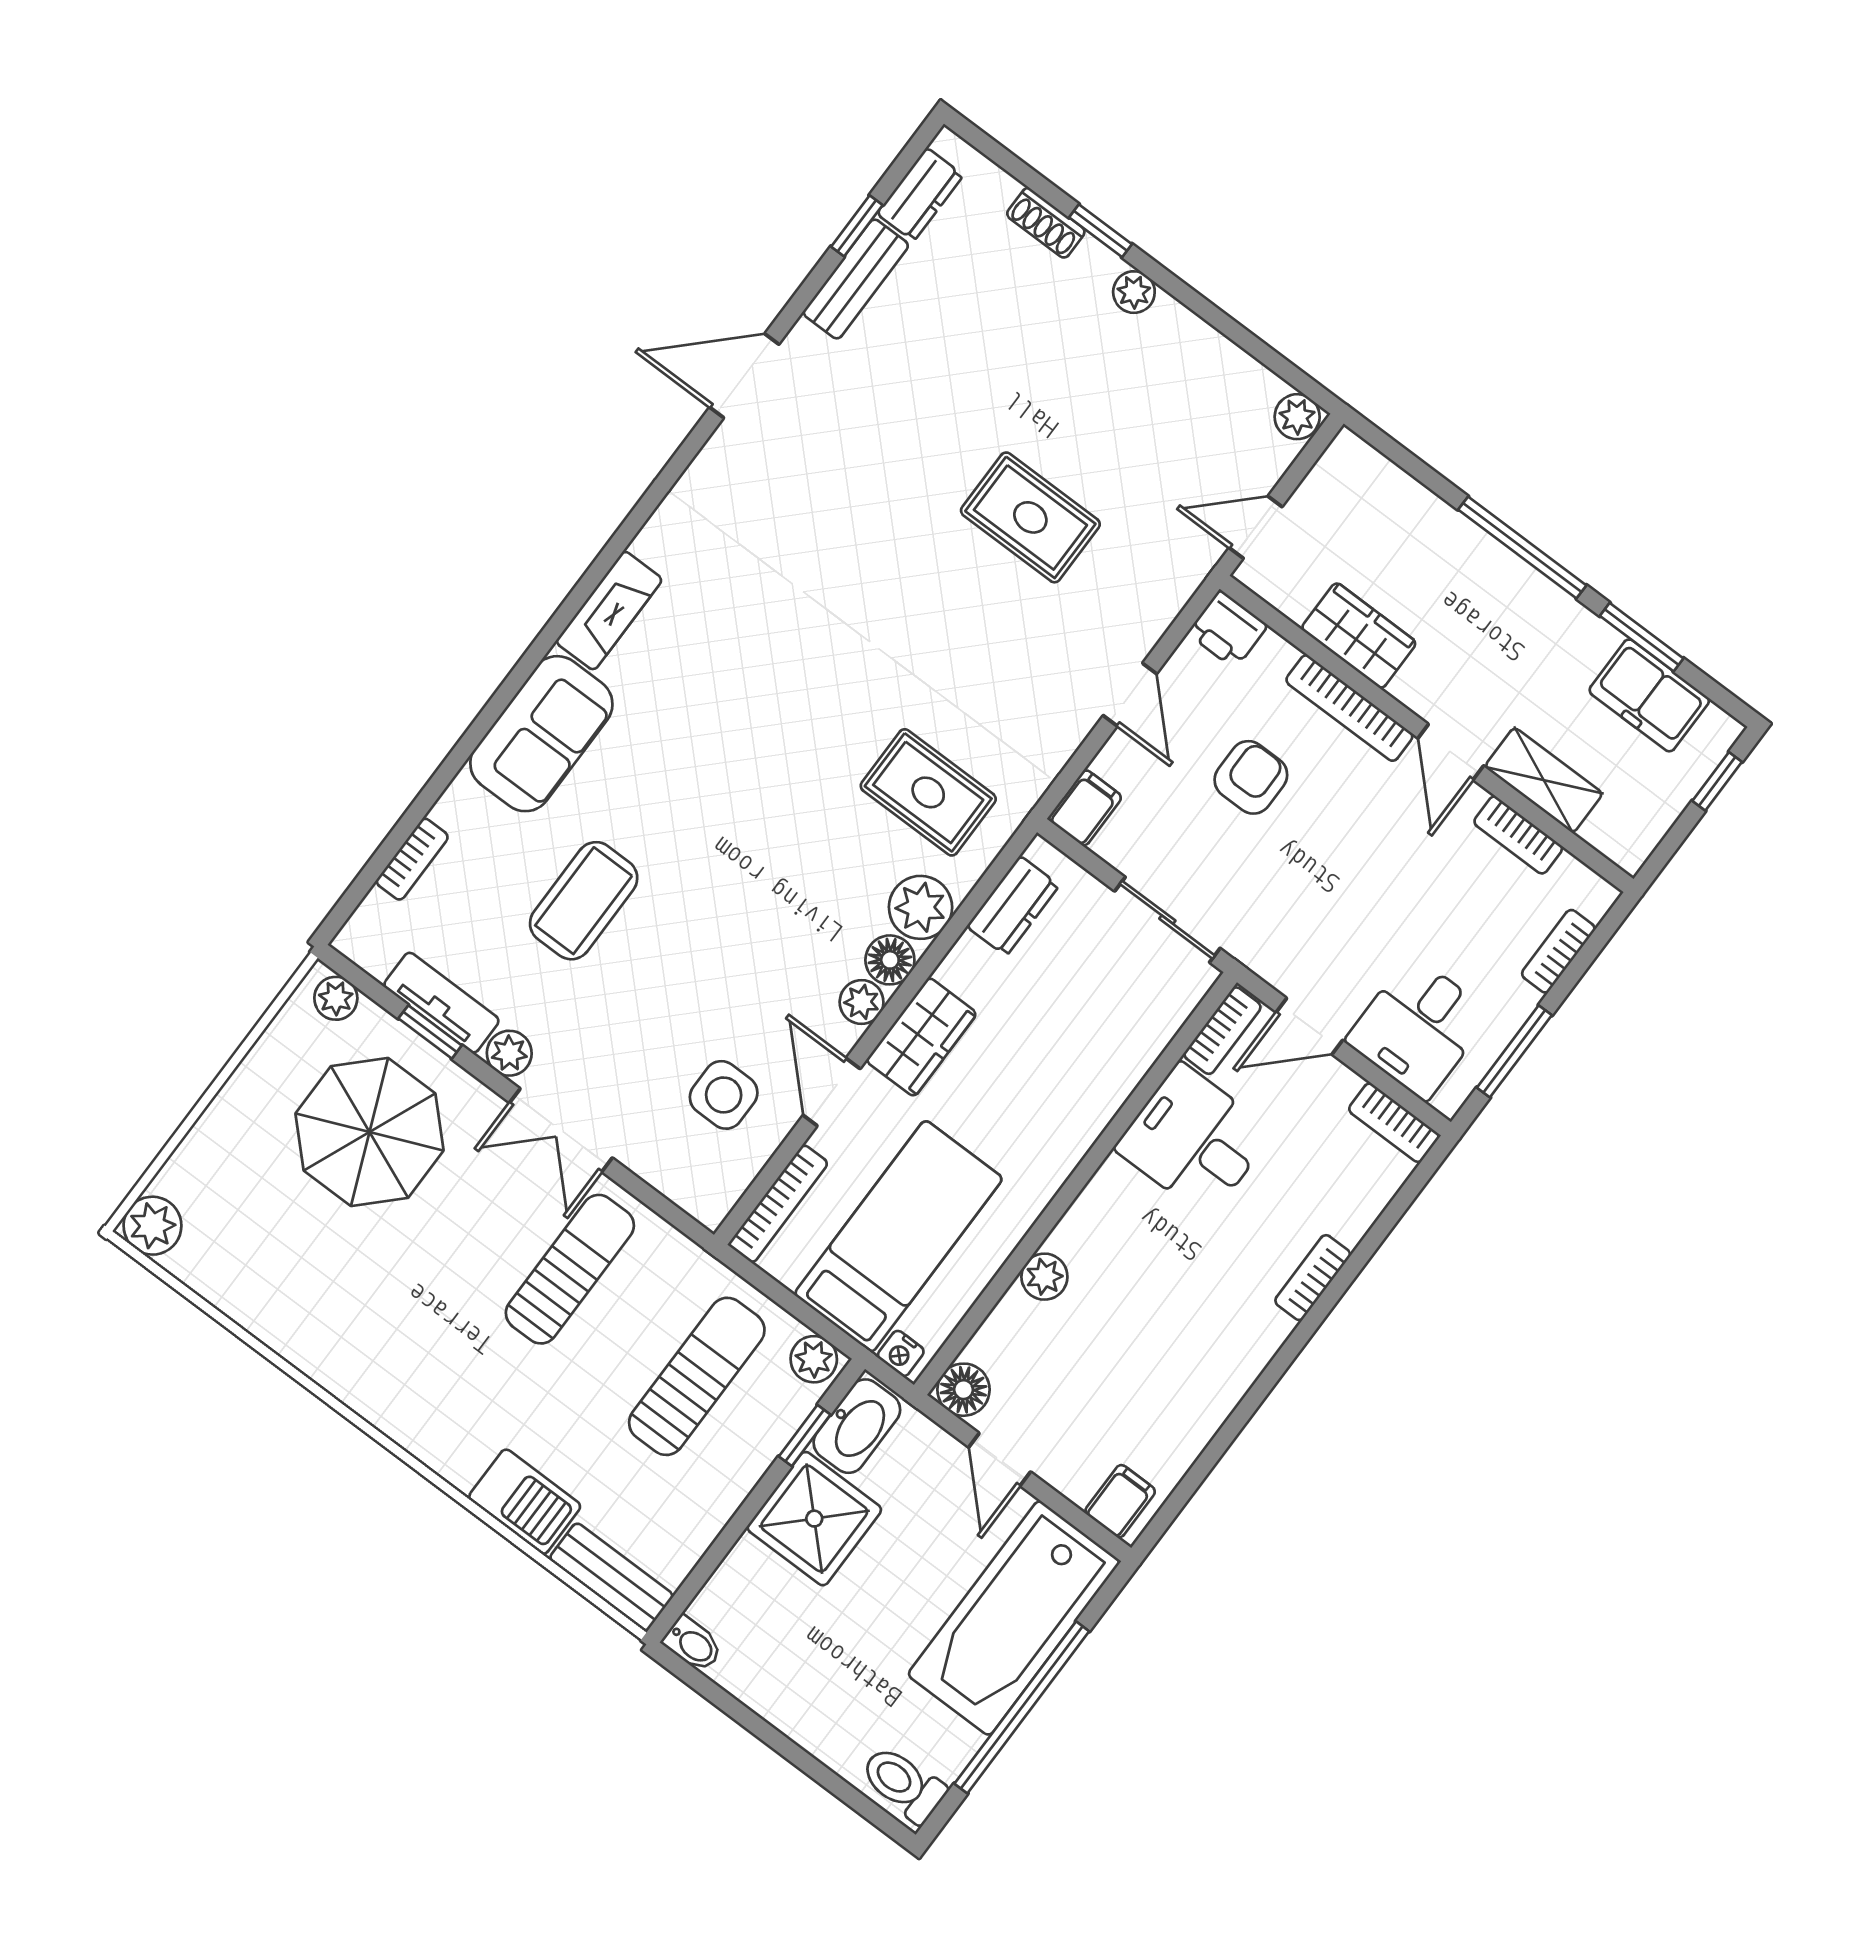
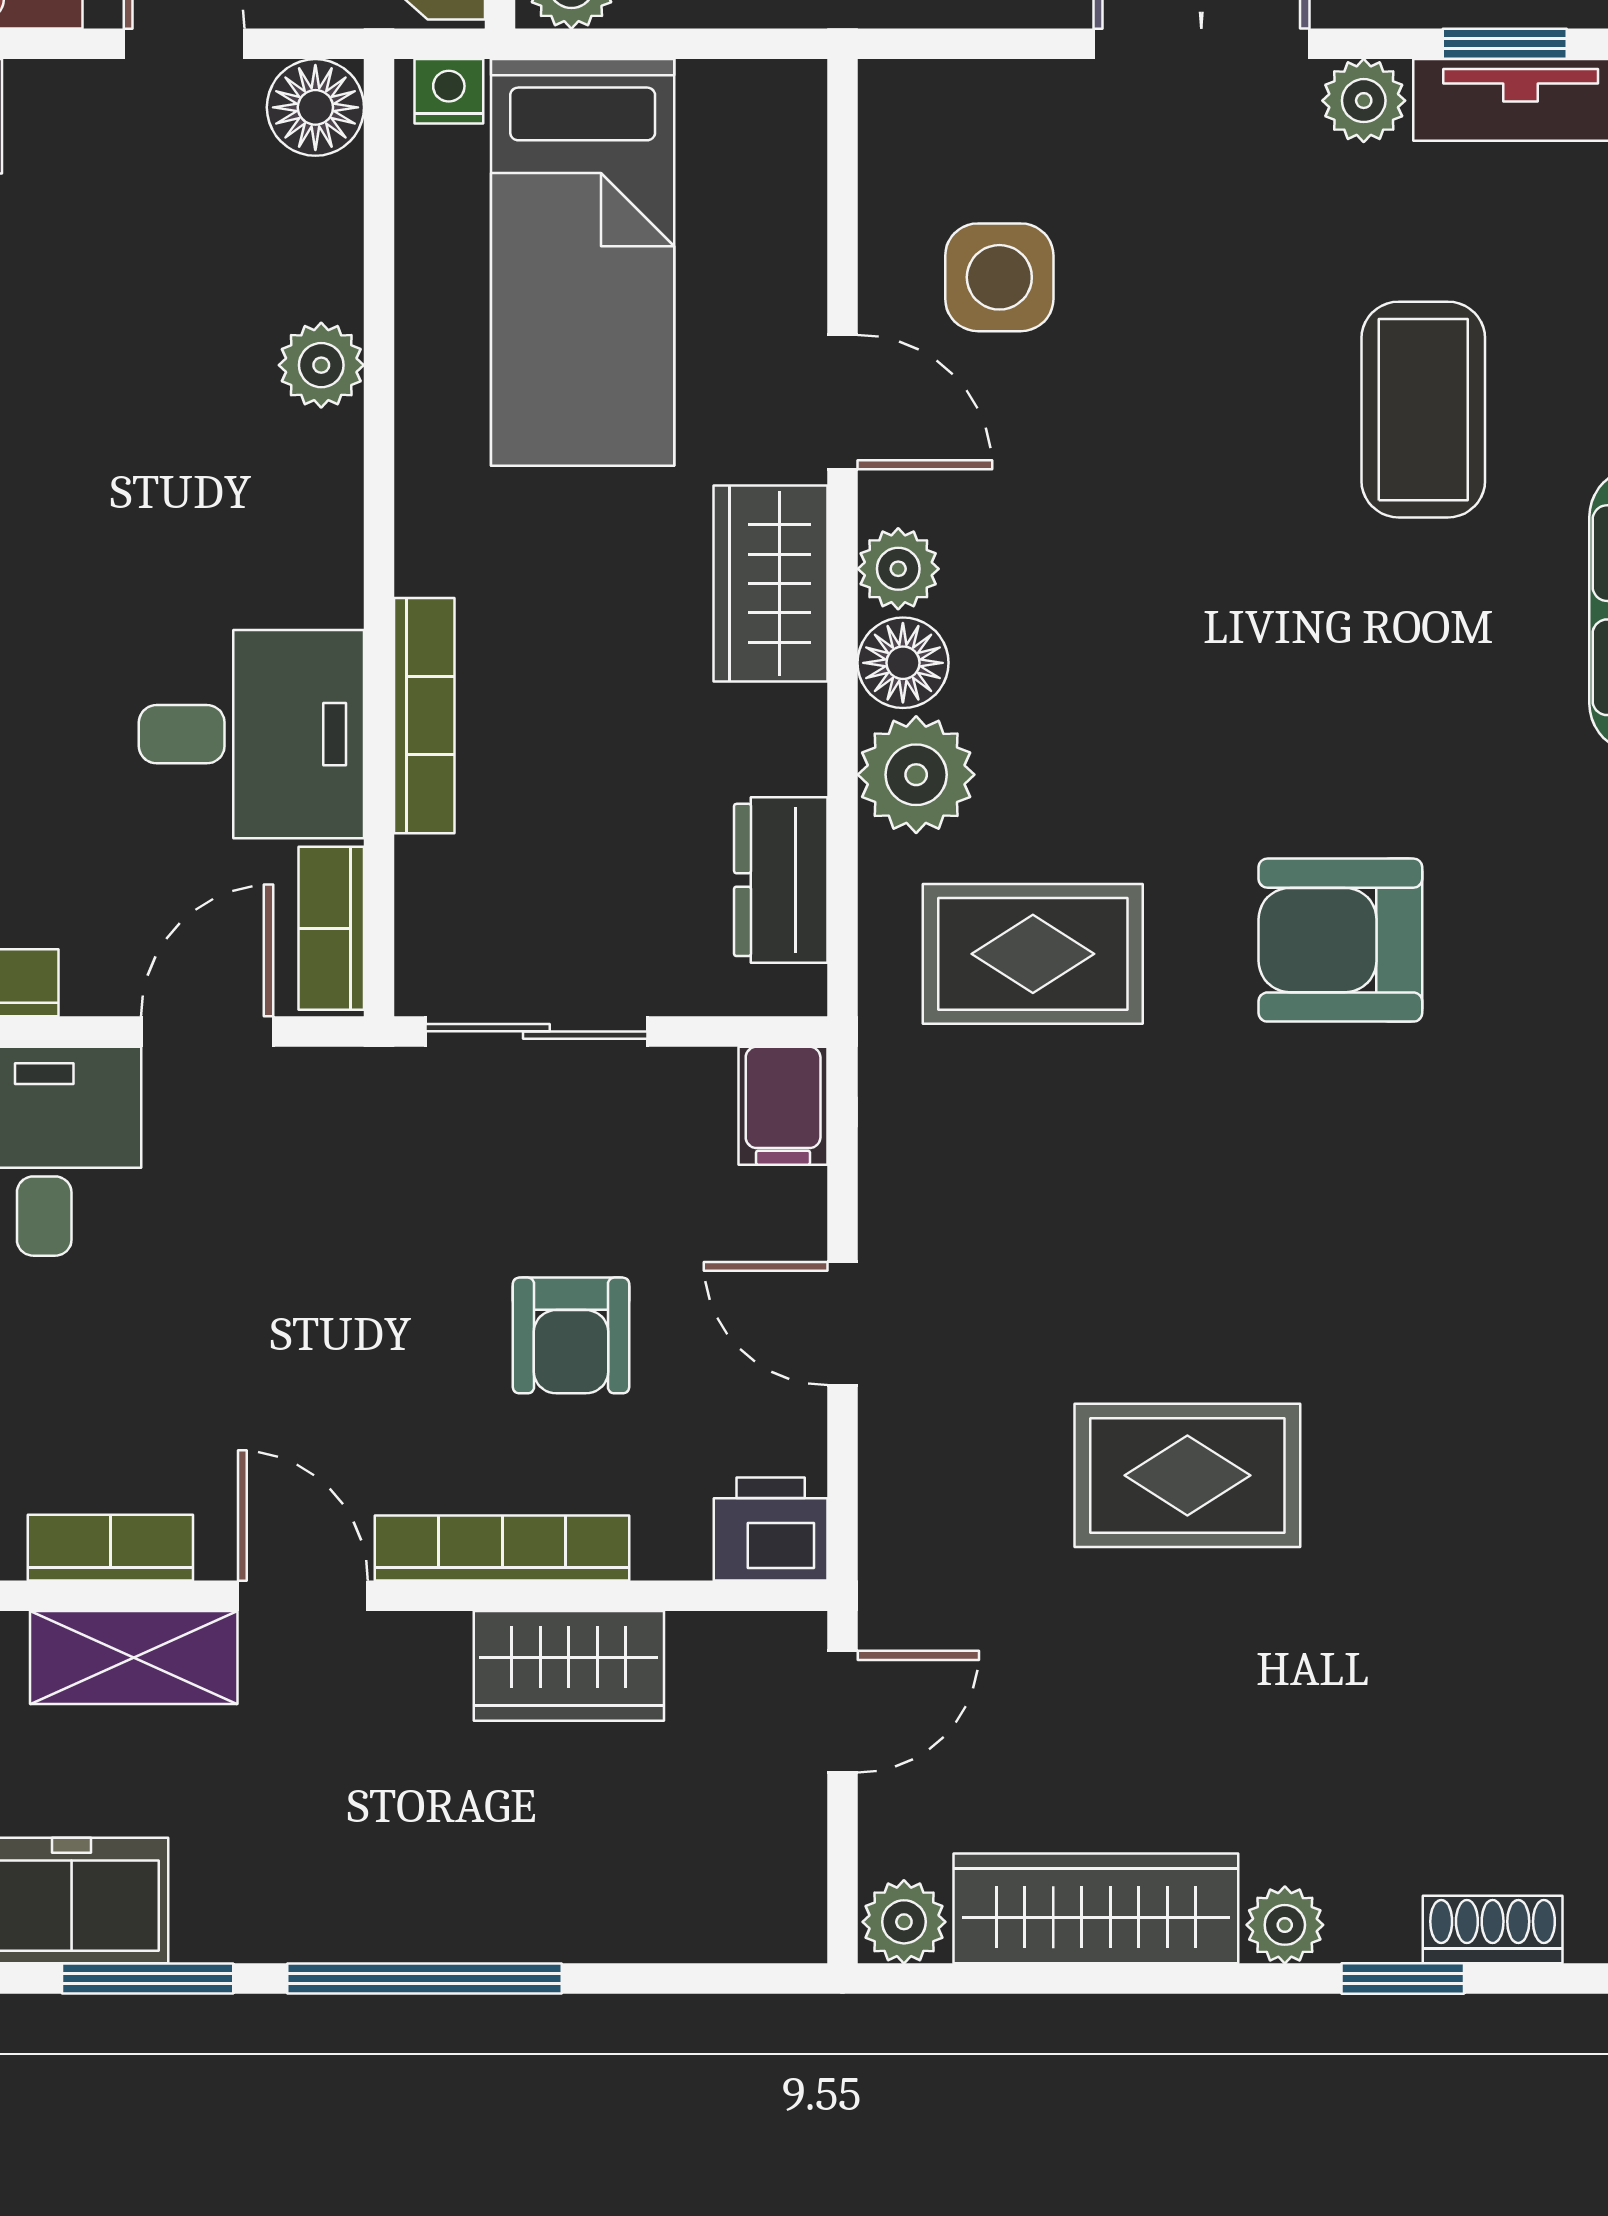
wardrobe: (1210, 360) -> (1096, 1908), added
armchair: (791, 699) -> (1340, 940), added
bookcase: (778, 1204) -> (424, 716), moved, turned 180

